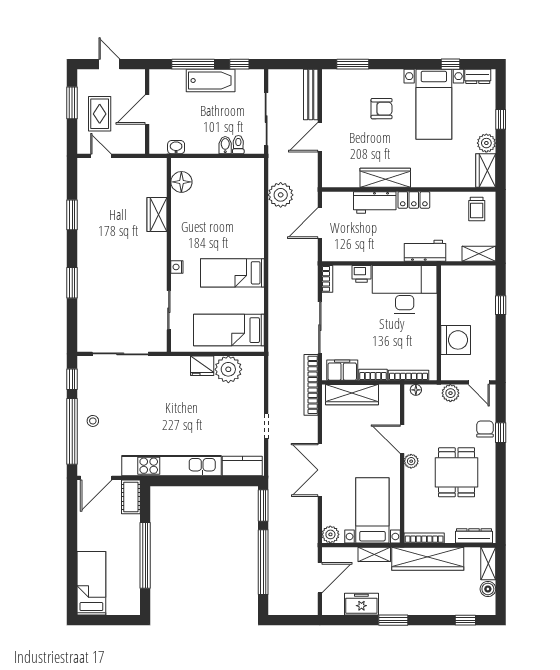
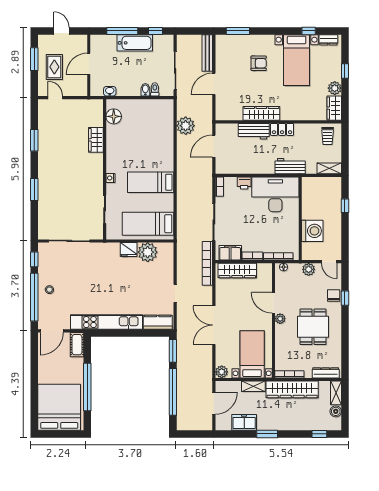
bed: (91, 583) -> (59, 407), width x2.04

